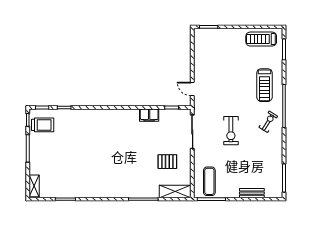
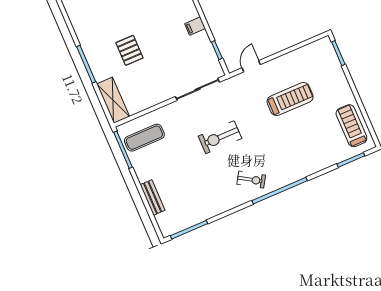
treadmill: (264, 85) -> (290, 99), moved, turned 180
filing cabinet: (149, 115) -> (195, 26), width x0.50
pallet: (167, 162) -> (129, 50), moved

